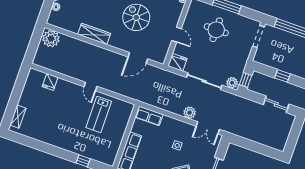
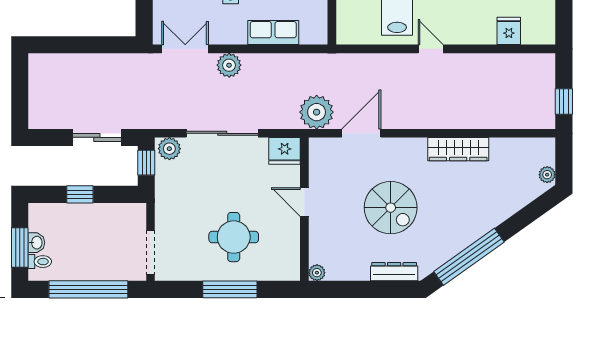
window: (36, 39) -> (564, 102), added
plant: (51, 39) -> (317, 112), moved
sliding door: (276, 104) -> (97, 137), moved
row of seats: (149, 116) -> (273, 33), moved

